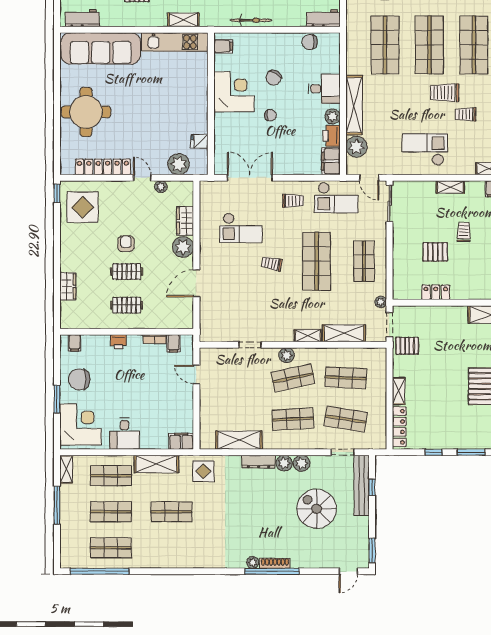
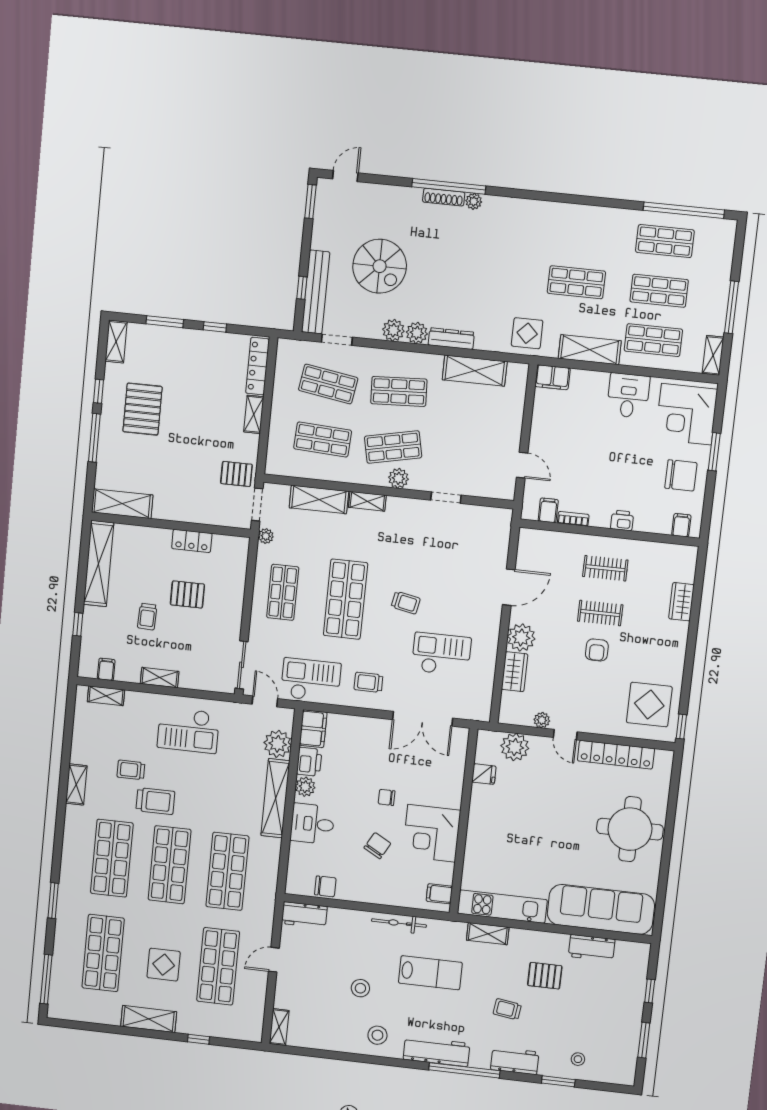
workbench: (82, 18) -> (592, 948), moved
trolley: (466, 114) -> (131, 770), turned 180

